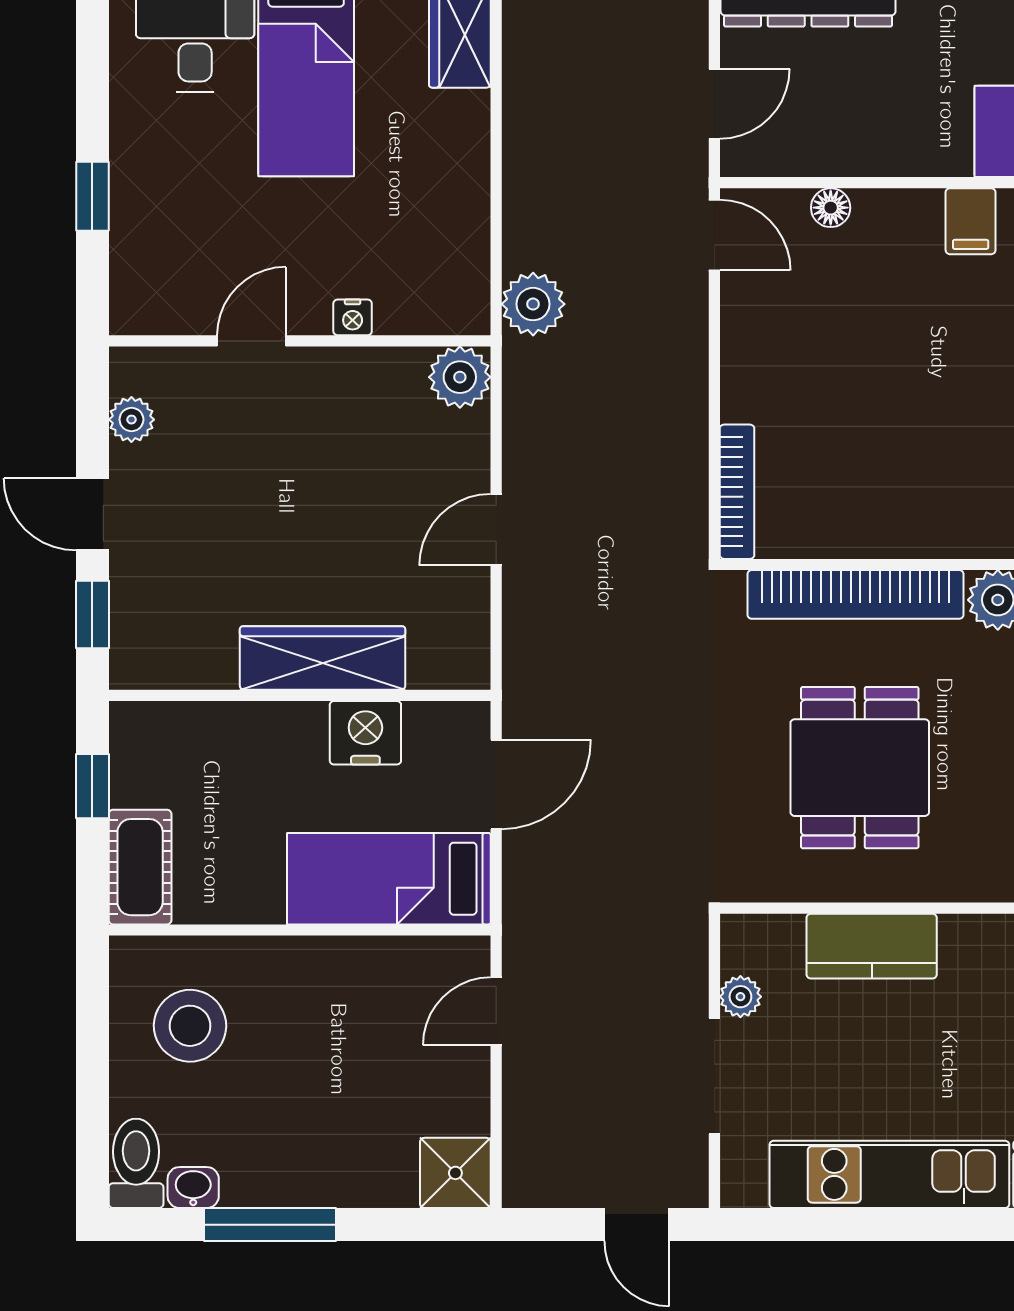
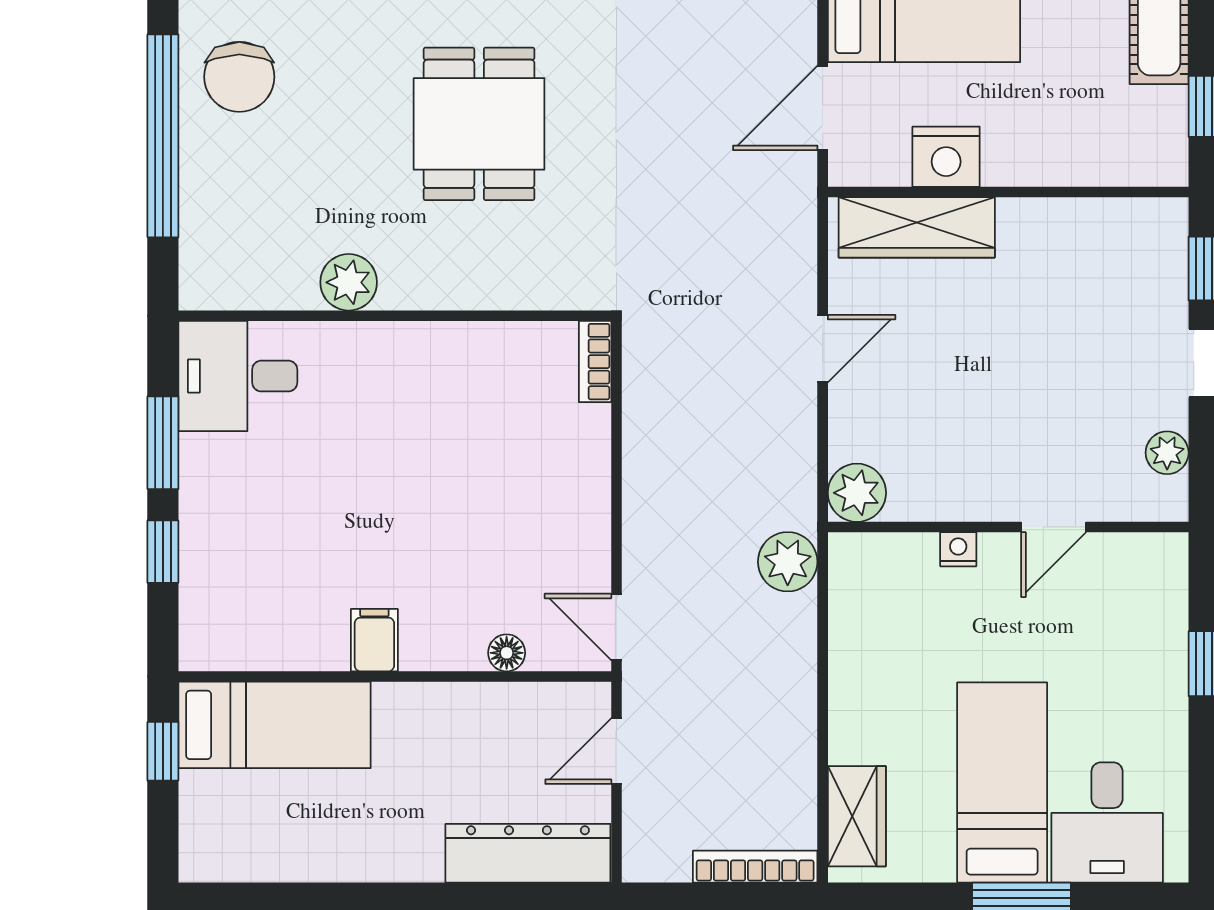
bookcase: (737, 492) -> (595, 362), width x0.64
bookcase: (855, 594) -> (483, 287), removed
wardrobe: (323, 658) -> (917, 227), moved

